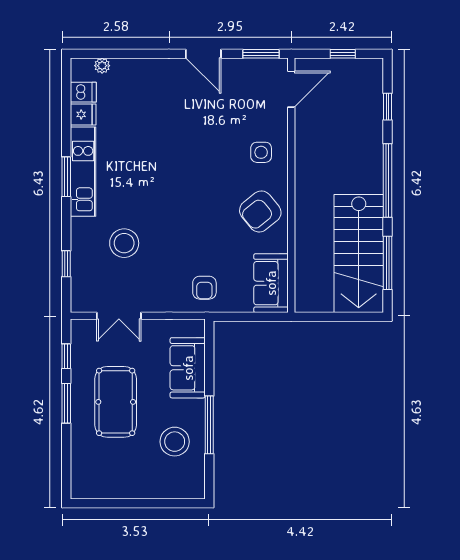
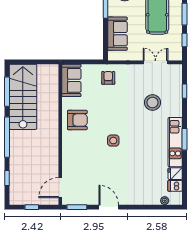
side table: (261, 152) -> (113, 141), moved
armchair: (260, 211) -> (77, 120), turned 39

